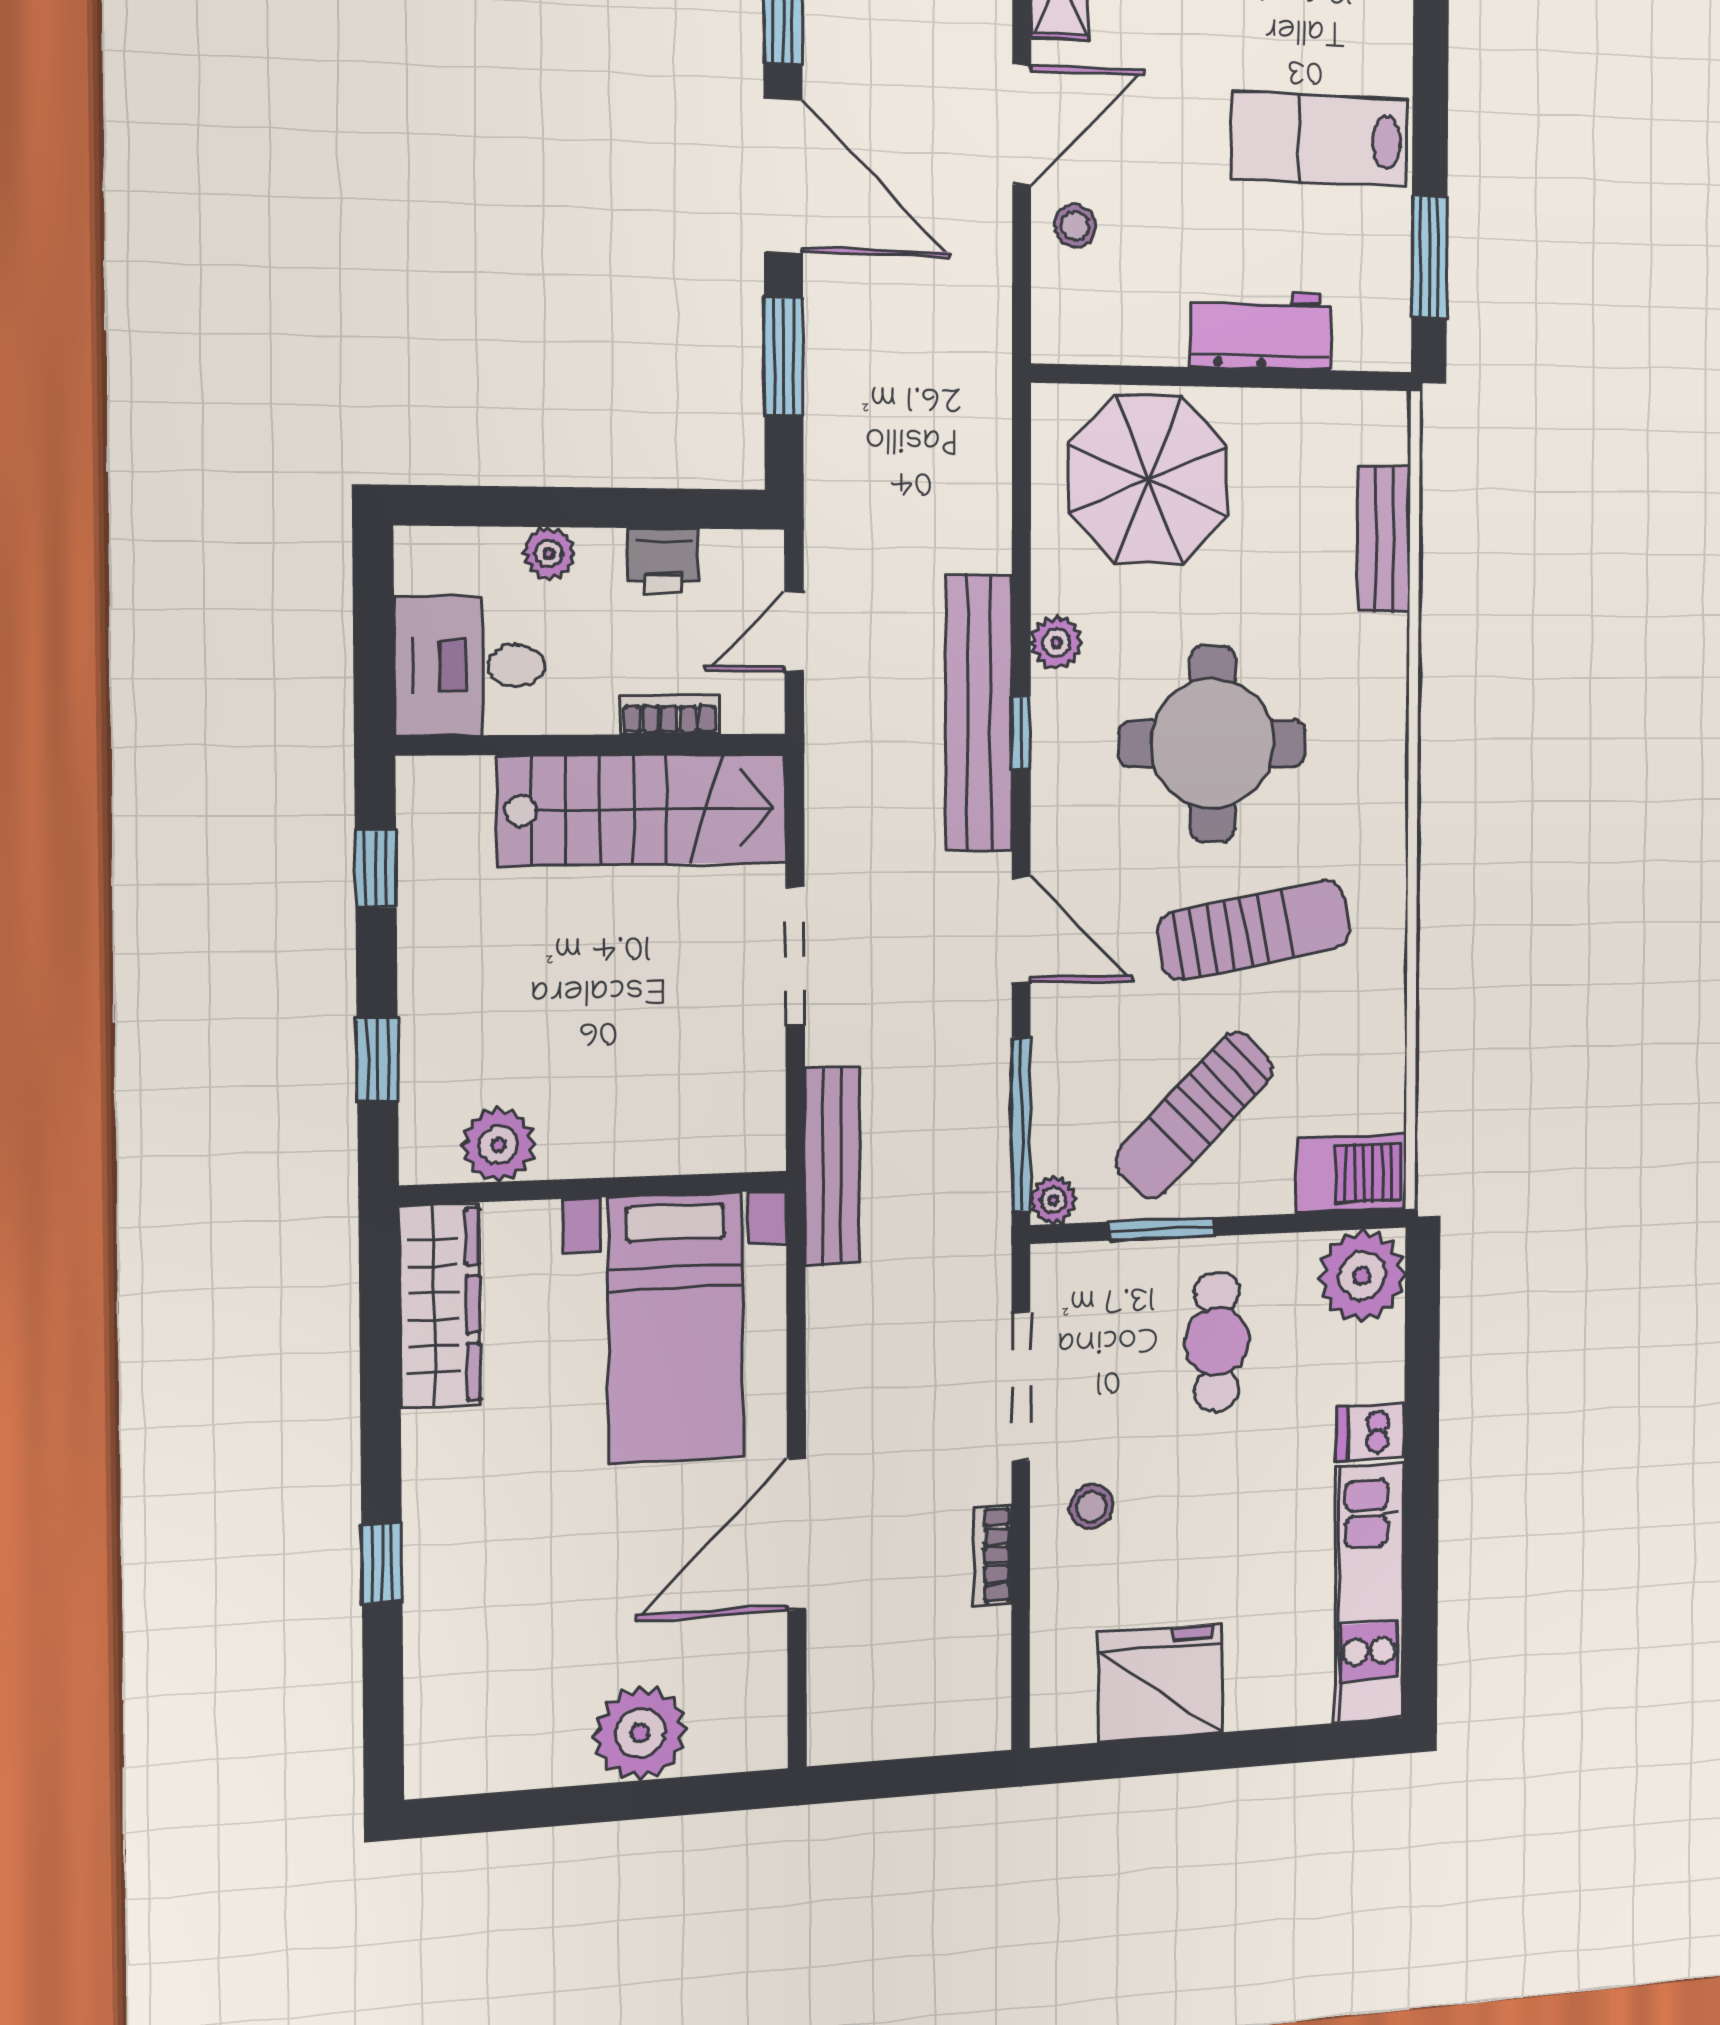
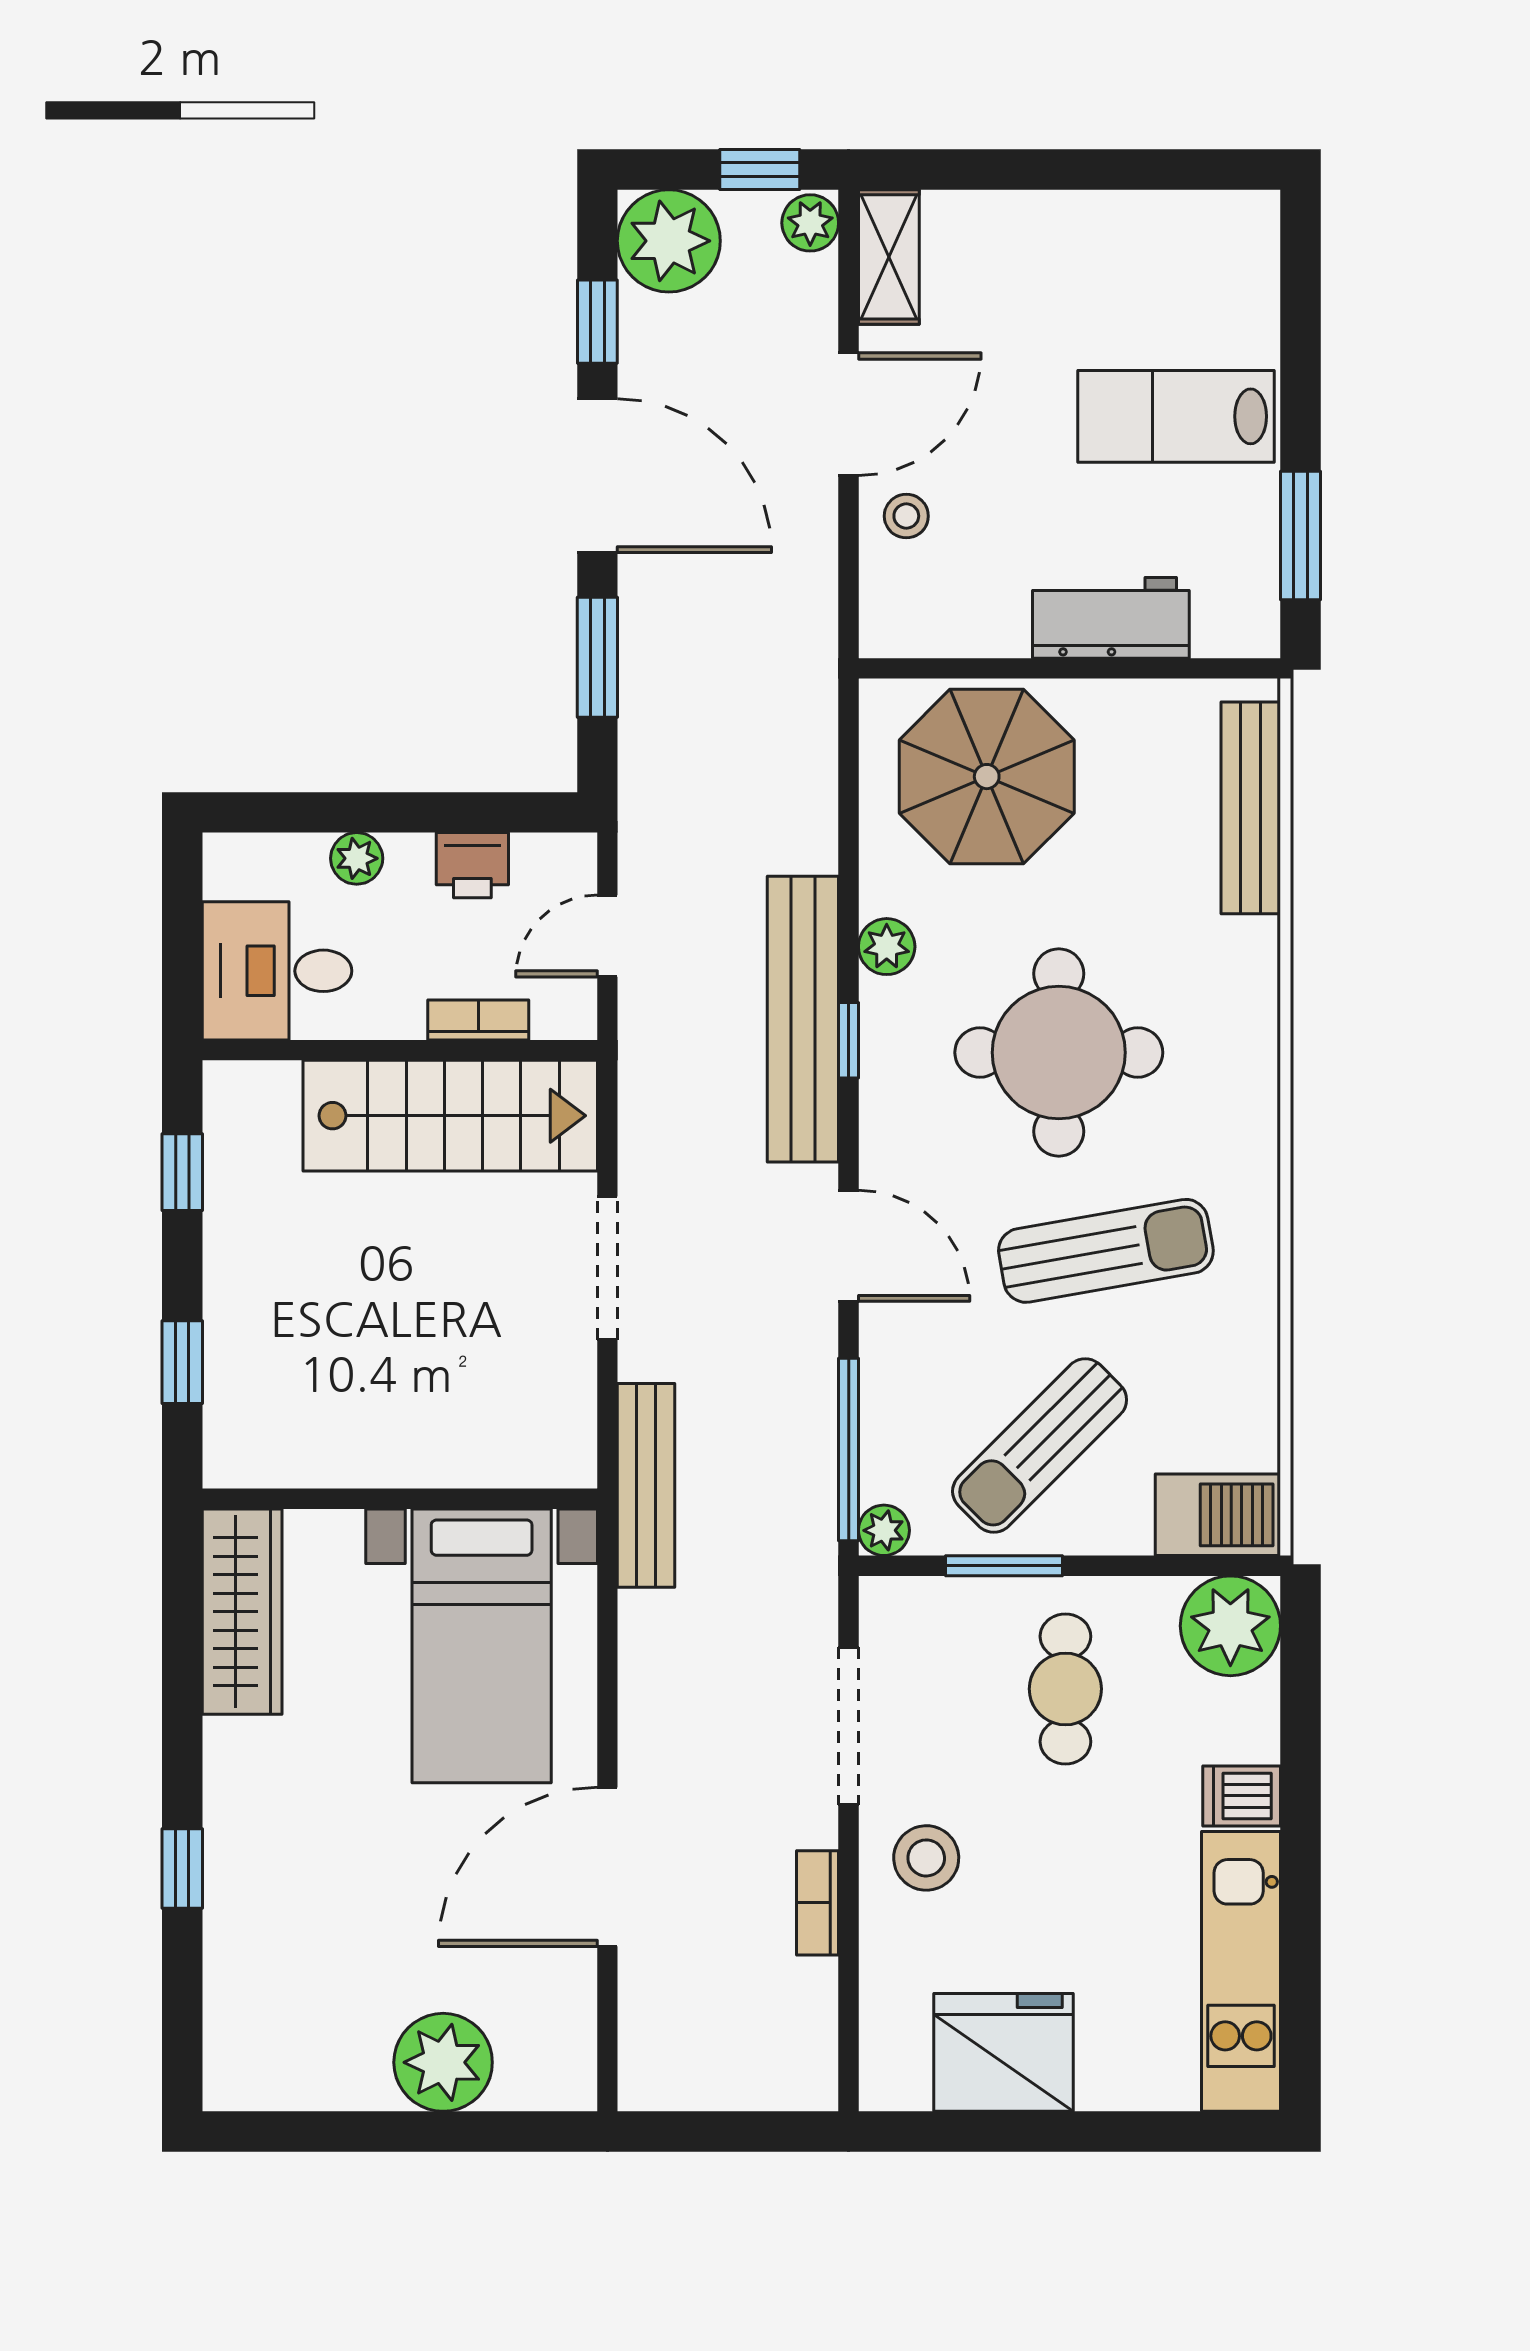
bench: (1384, 539) -> (1251, 808), width x1.36
plant: (499, 1145) -> (302, 1451), removed
stool: (1091, 1507) -> (926, 1858), width x1.37, depth x1.37

